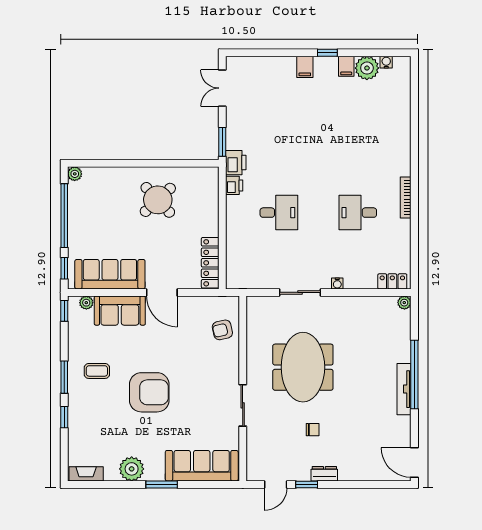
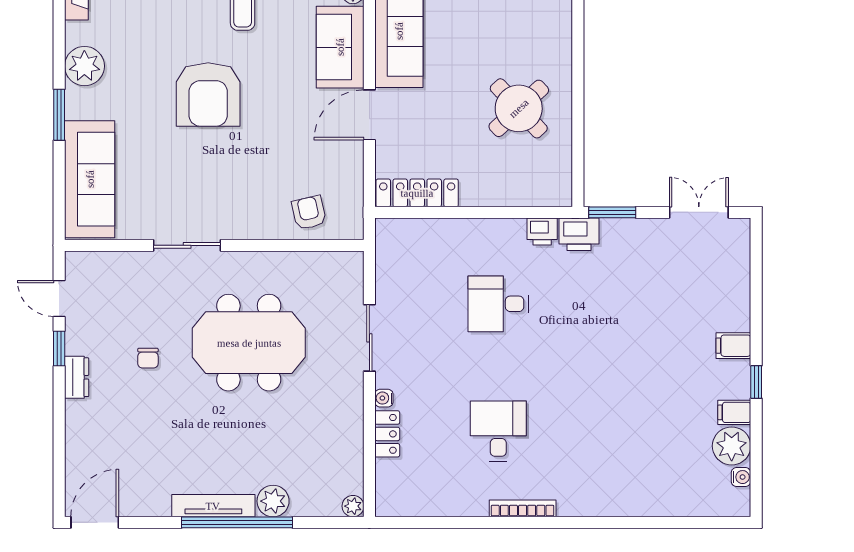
desk: (279, 213) -> (498, 304), turned 90
locker: (392, 281) -> (387, 434), moved
plant: (401, 352) -> (273, 501), added

